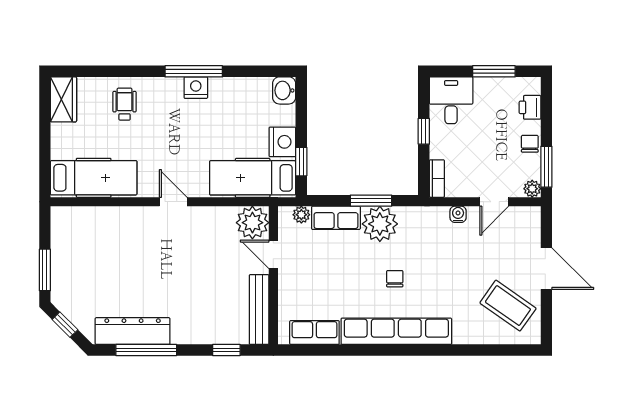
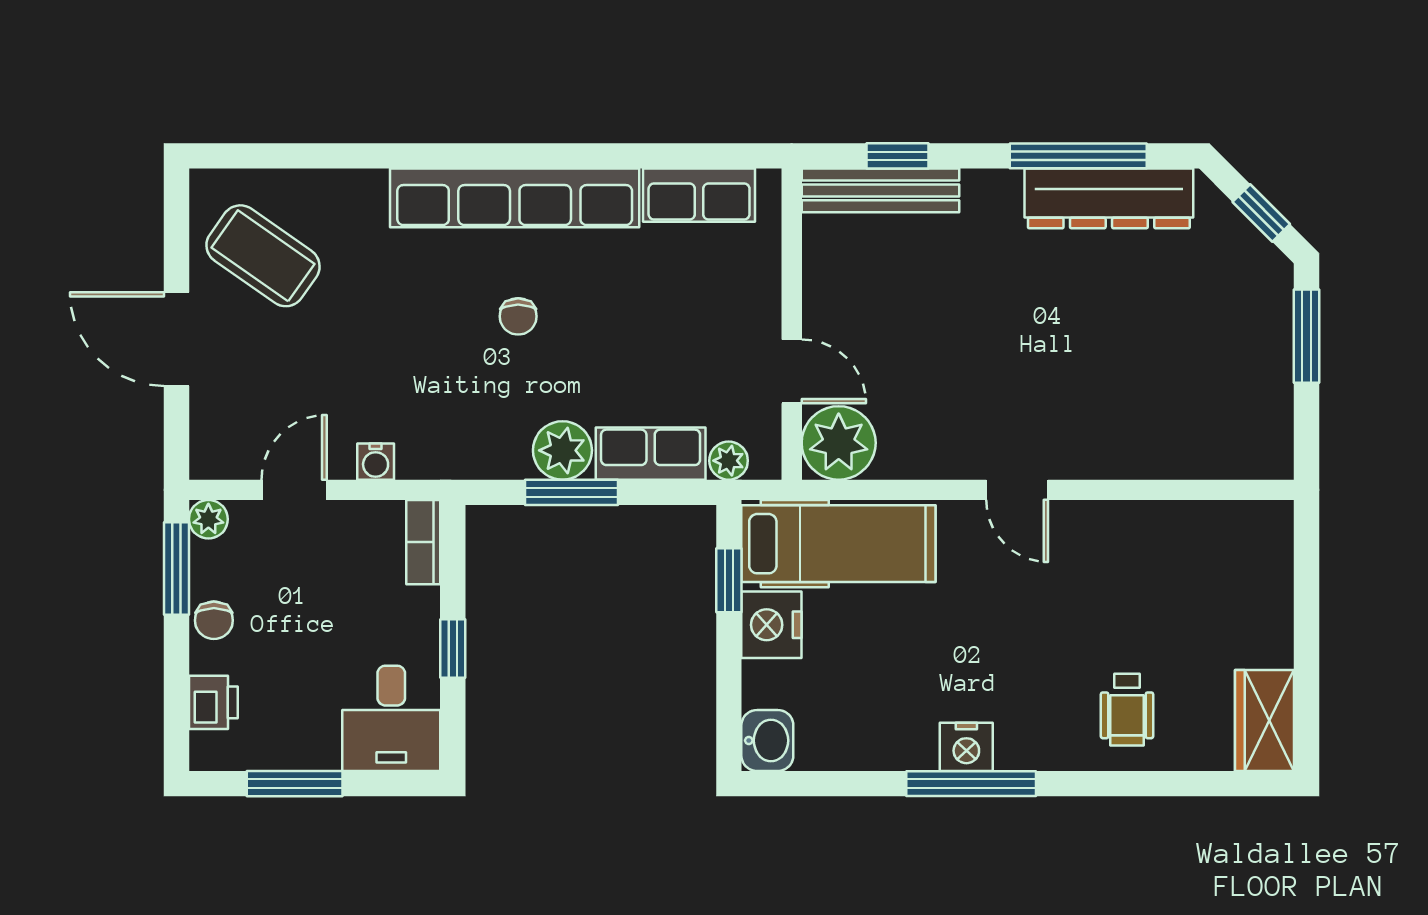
hospital bed: (94, 178) -> (1197, 544), removed
plant: (380, 224) -> (562, 450), width x0.73, depth x0.73
bench: (259, 309) -> (880, 190), moved, turned 90

